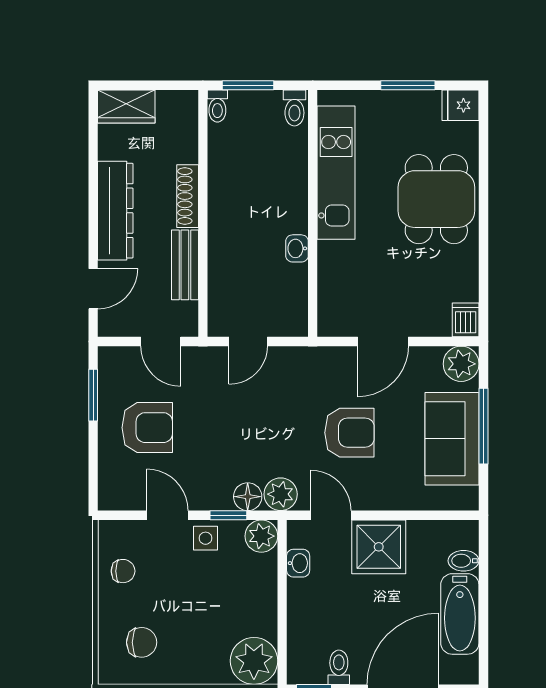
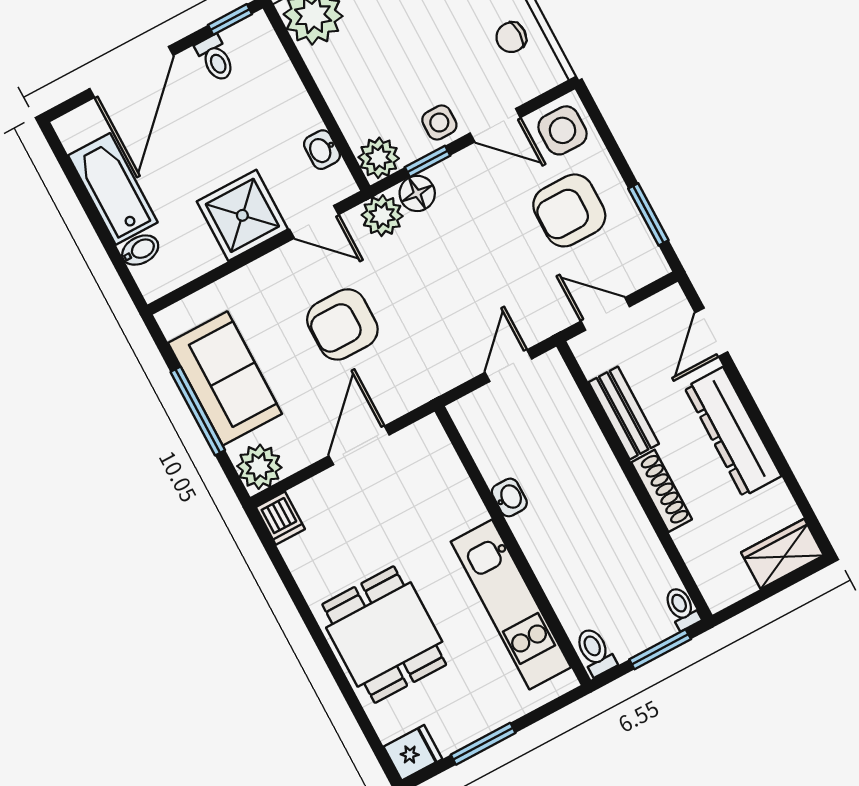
side table: (122, 486) -> (562, 130), added

